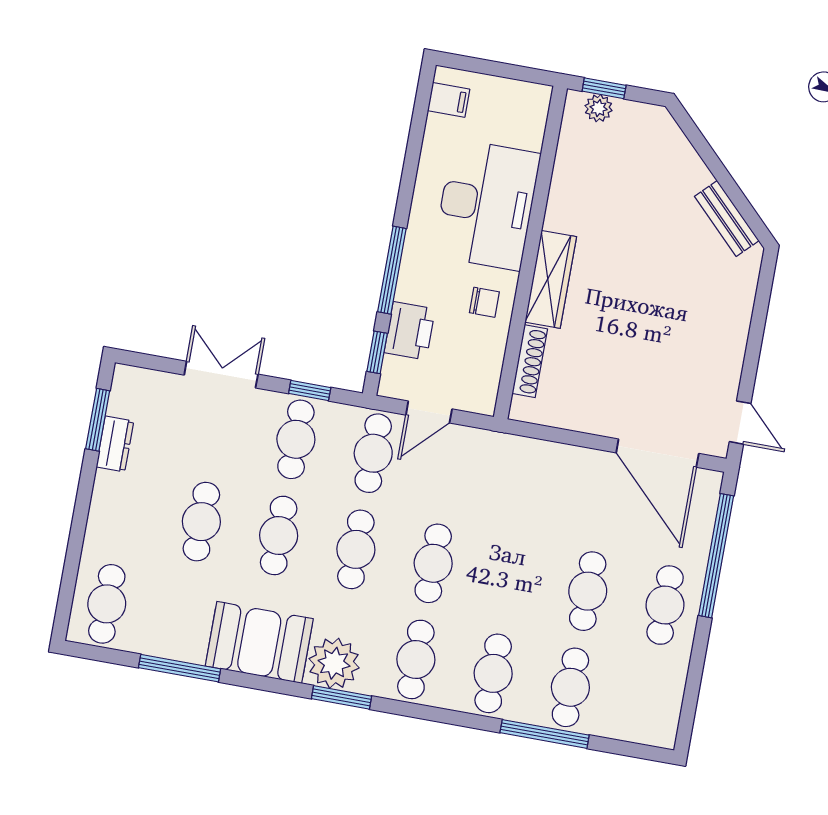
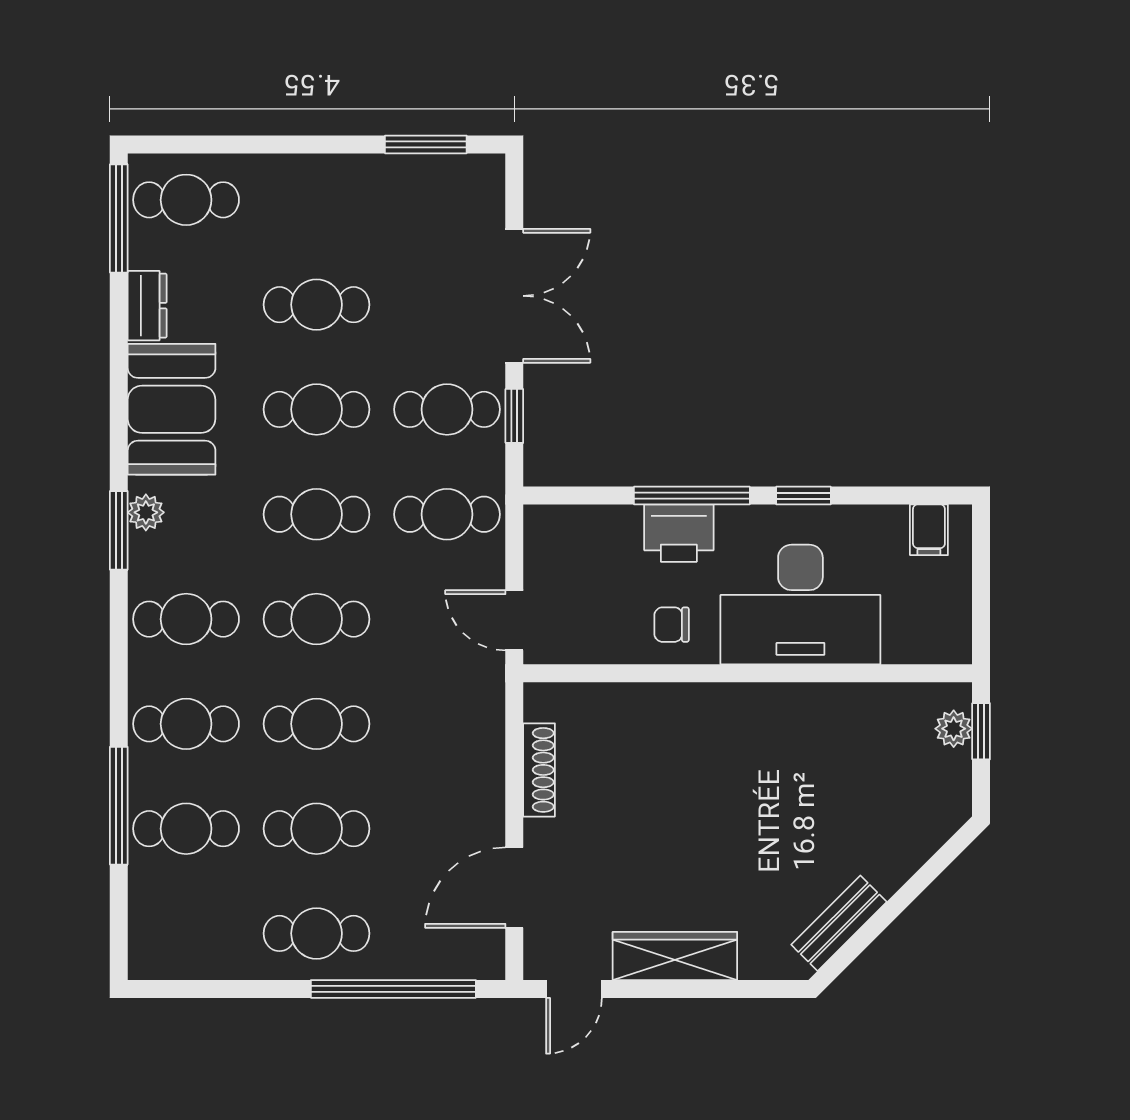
wardrobe: (551, 279) -> (675, 956), moved, turned 180
chair: (484, 302) -> (672, 625), turned 90
printer: (410, 331) -> (679, 533), moved
window: (377, 352) -> (804, 496), moved
shoe rack: (530, 361) -> (539, 770), moved, turned -90
double door: (221, 375) -> (514, 296), width x1.37
door: (429, 412) -> (514, 620), moved
dresser: (115, 444) -> (147, 306), moved, turned -90
door: (657, 453) -> (514, 888), width x0.73
cafe table: (510, 577) -> (317, 724), added
plant: (334, 663) -> (146, 512), width x0.53, depth x0.53
window: (180, 668) -> (119, 218), moved

